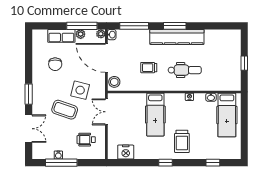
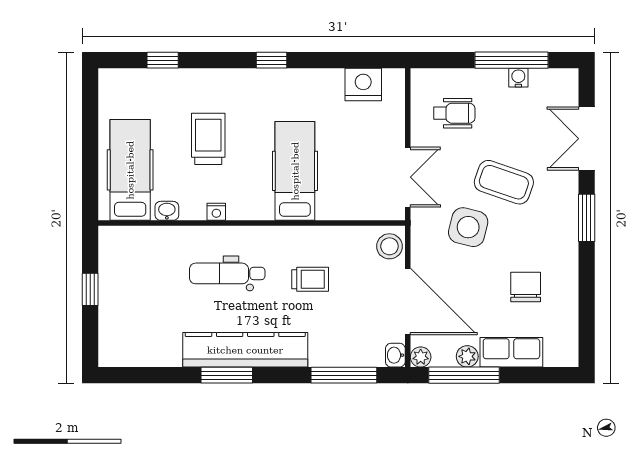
window: (175, 26) -> (227, 375), moved
trolley: (182, 141) -> (208, 139), moved

